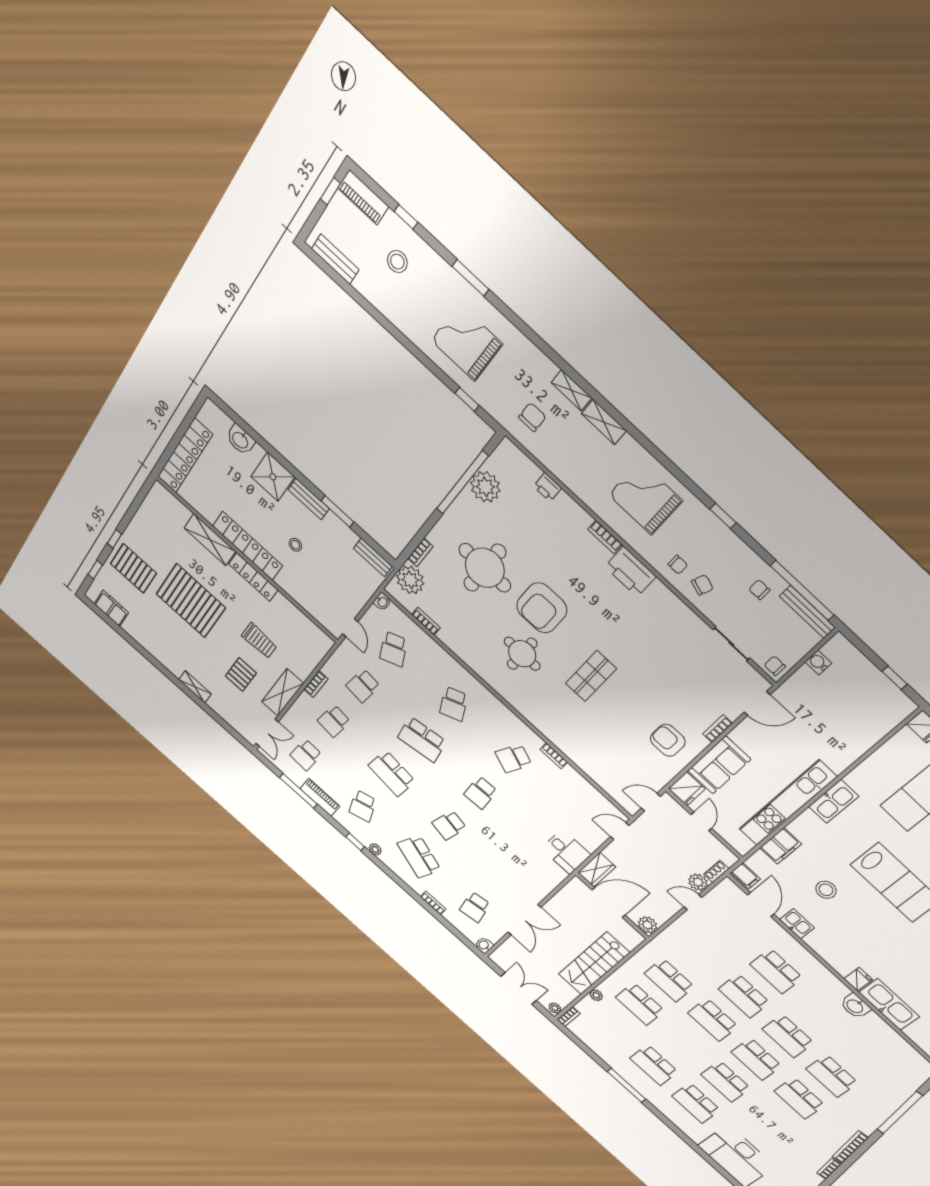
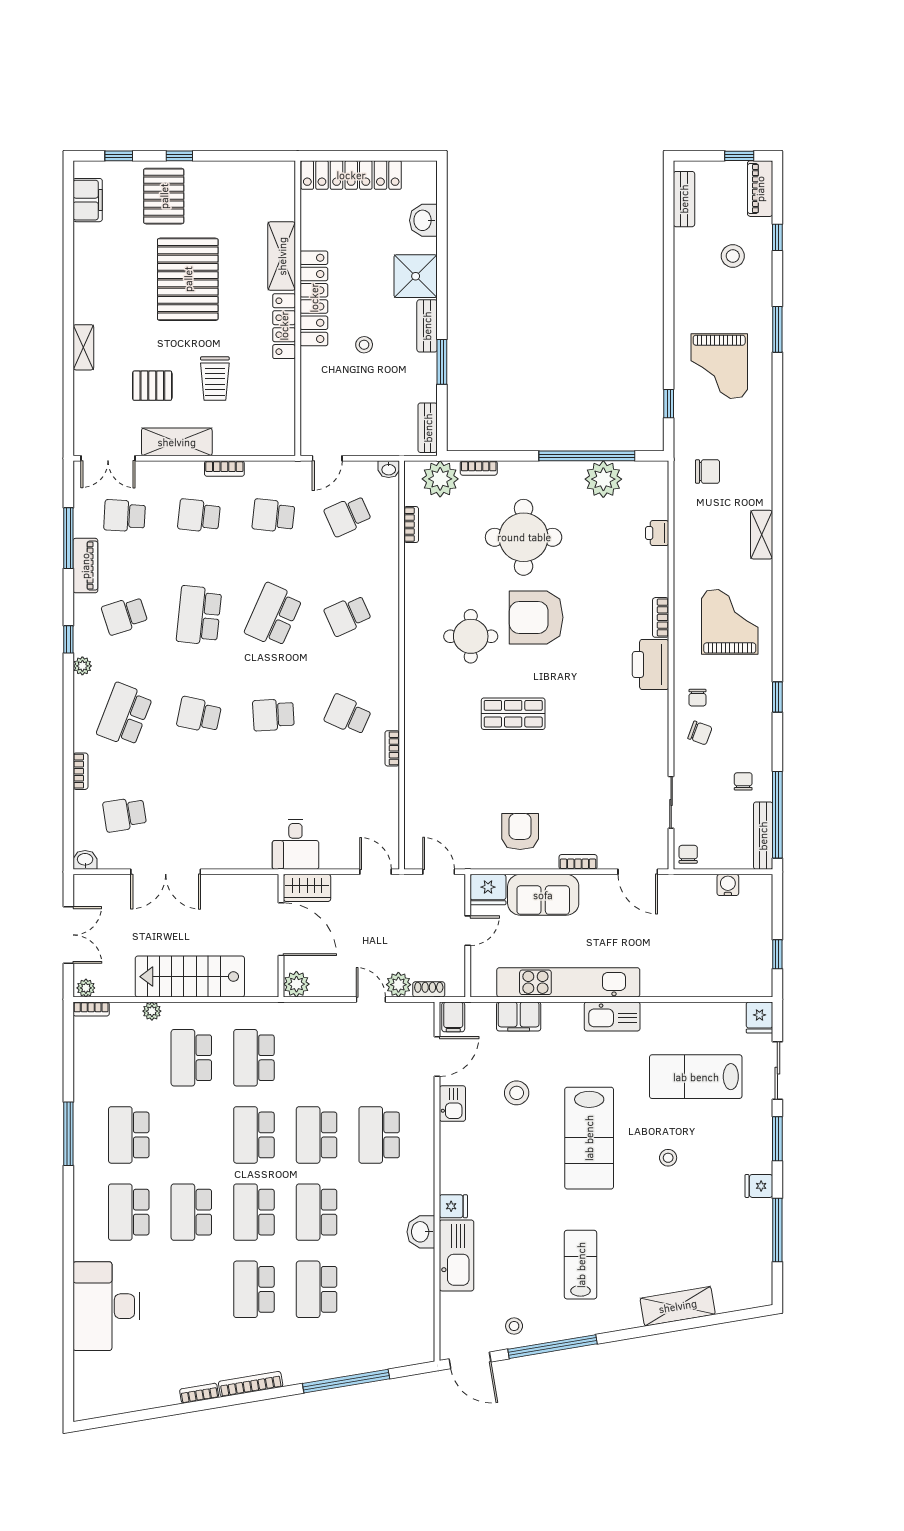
grand piano: (467, 342) -> (719, 366), turned 180
shelving: (571, 390) -> (763, 486), removed
school desk: (422, 739) -> (273, 615), turned 33

